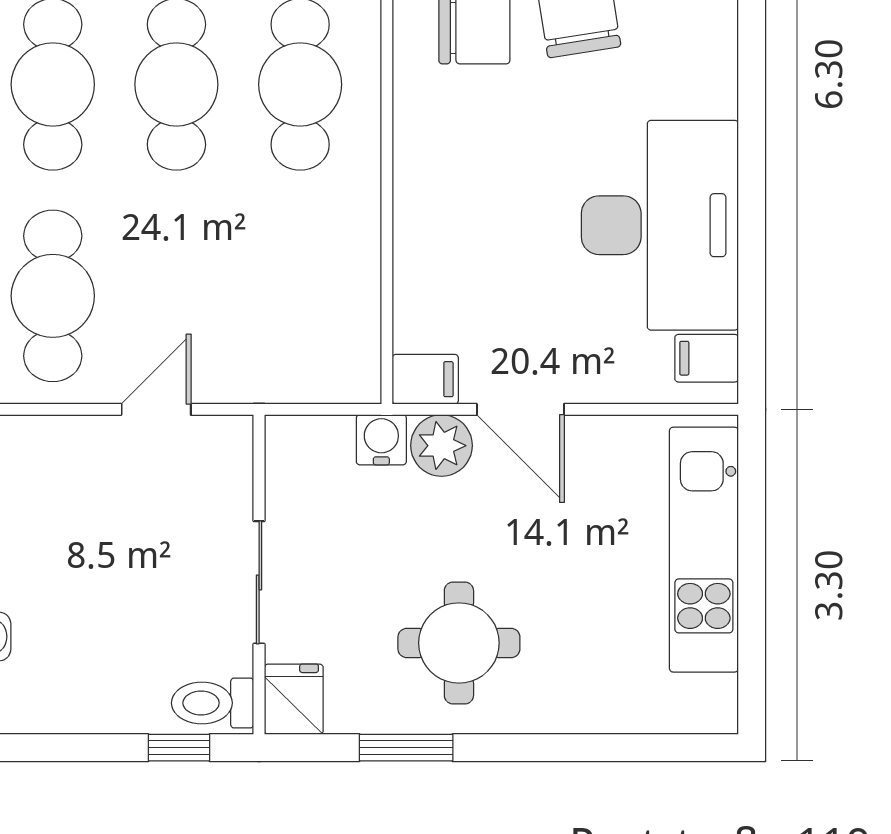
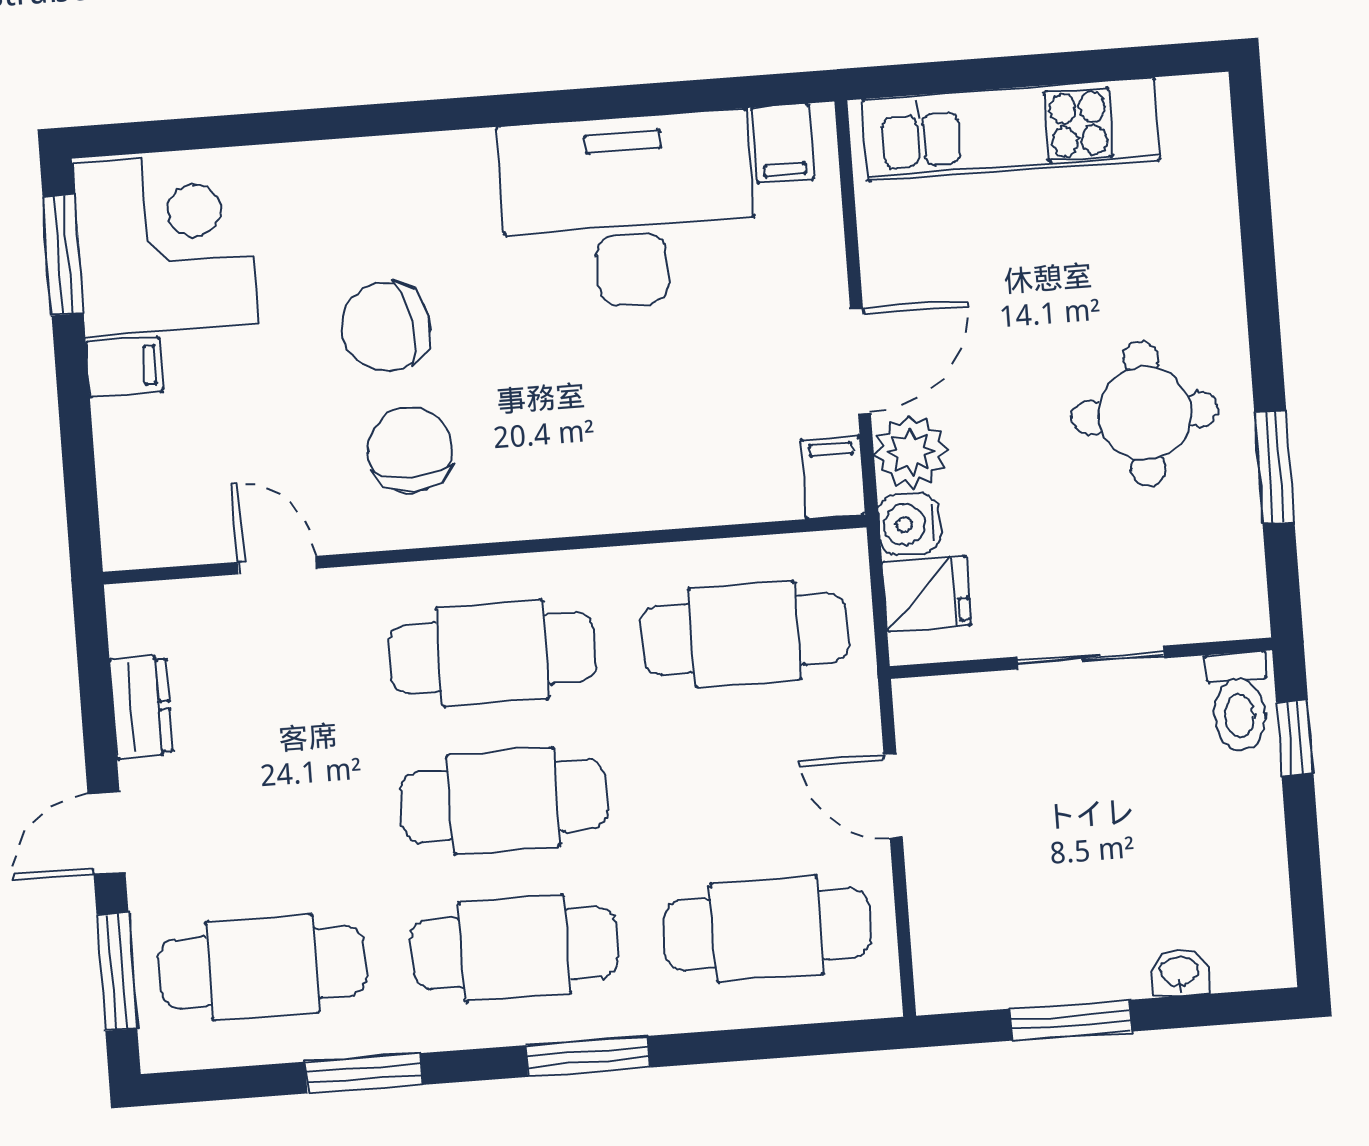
cafe table: (300, 296) -> (745, 634), added
fridge: (294, 699) -> (926, 594), moved, turned 180

